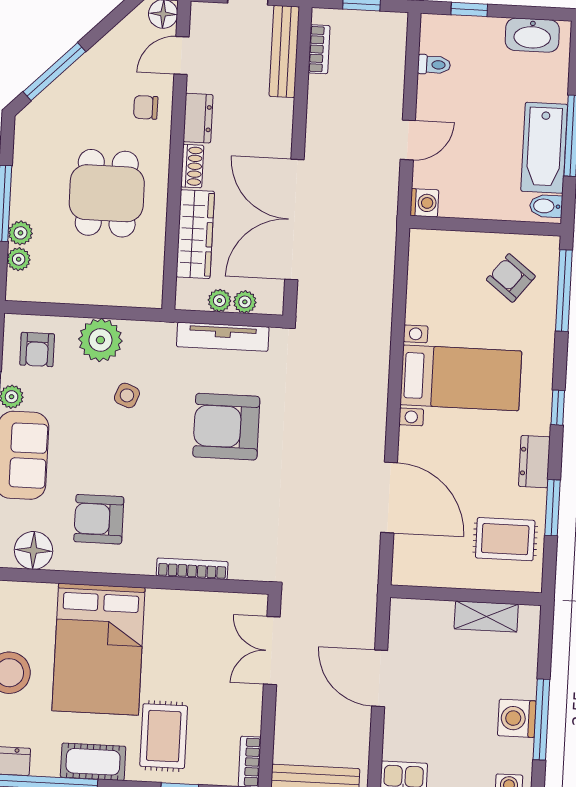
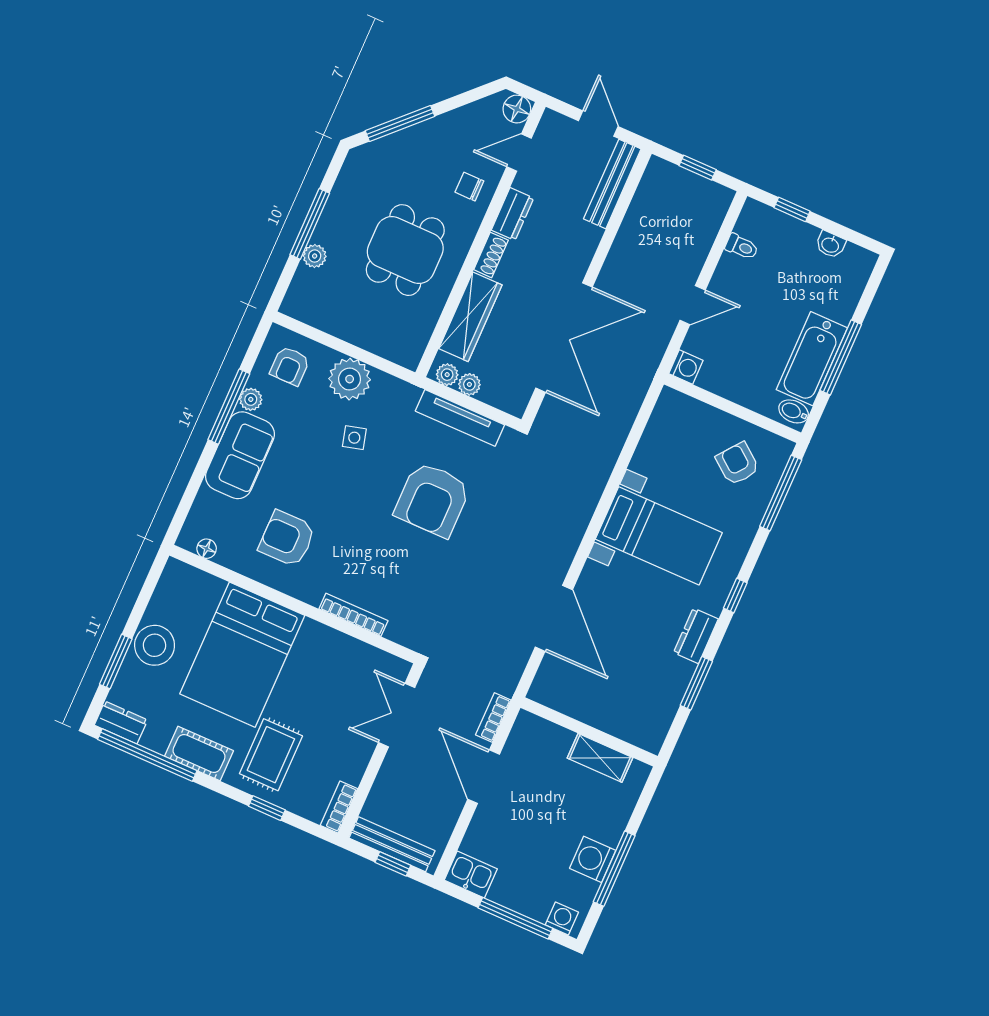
washbasin: (532, 35) -> (830, 245), width x0.52, depth x0.69
bookcase: (319, 49) -> (493, 718), moved, turned 180
double door: (294, 219) -> (564, 338), swing flipped
plant: (19, 259) -> (304, 279), removed
plant: (245, 302) -> (447, 375), moved
side table: (127, 395) -> (354, 438), turned -37
armchair: (226, 427) -> (432, 499), turned -90
rug: (505, 539) -> (643, 695), removed
floor lamp: (33, 550) -> (207, 549), width x0.53, depth x0.53

